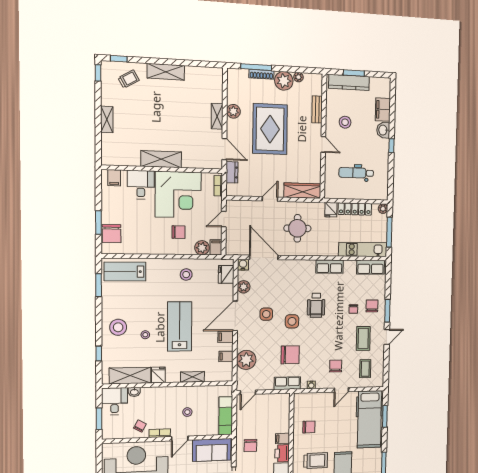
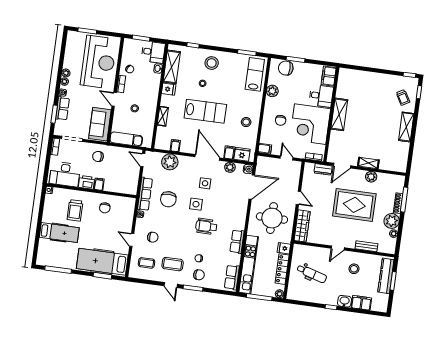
shelving: (107, 119) -> (374, 77), removed
dental chair: (356, 173) -> (312, 274), turned 106
filing cabinet: (114, 178) -> (329, 76), width x2.00
round table: (297, 228) -> (272, 218), width x1.36, depth x1.36
plant: (202, 248) -> (272, 91), moved
kitchen unit: (363, 249) -> (249, 265), width x1.36
filing cabinet: (226, 337) -> (229, 153), moved
row of seats: (287, 383) -> (145, 194), width x1.48

